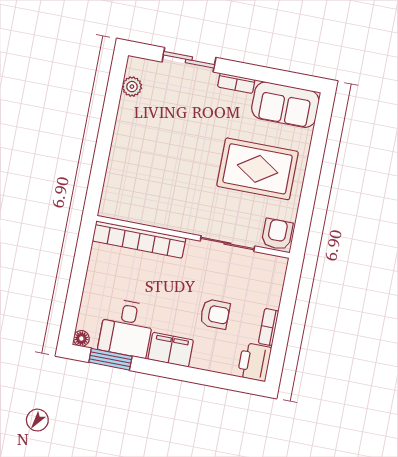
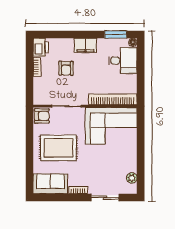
corner sofa: (152, 191) -> (111, 126), added
armchair: (277, 234) -> (42, 116), turned -90
armchair: (215, 314) -> (66, 68), turned -90
desk: (127, 328) -> (123, 61), moved, turned 90

